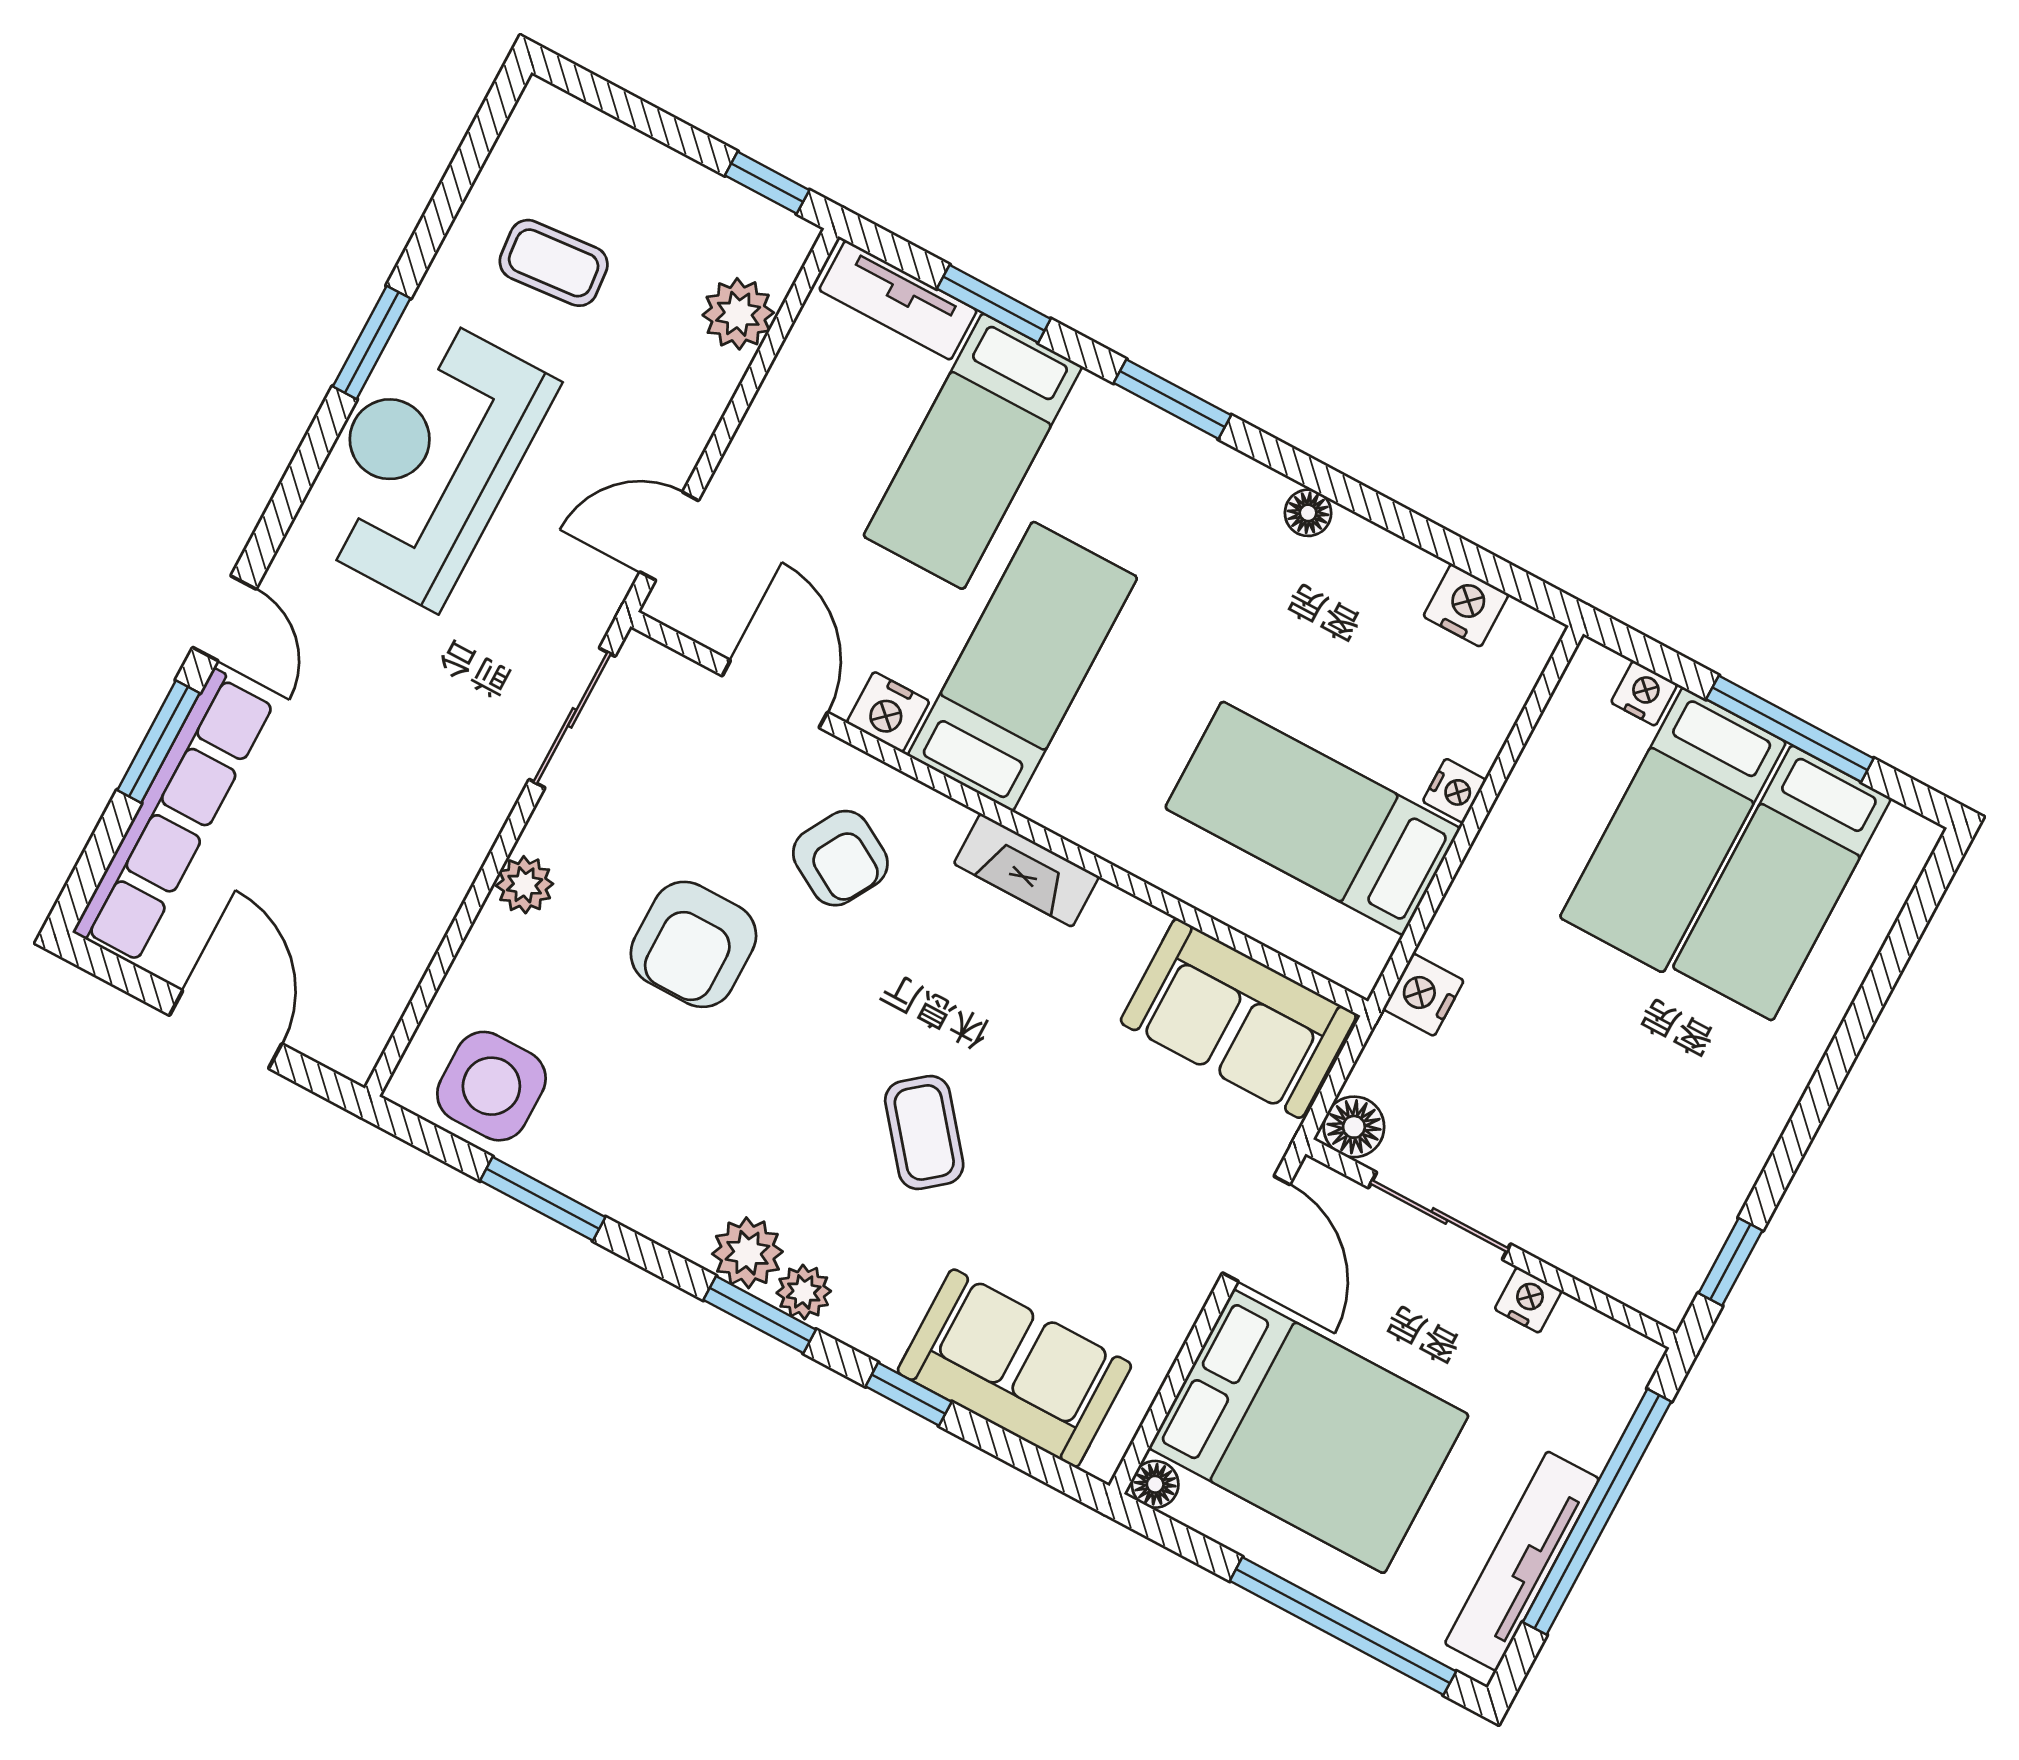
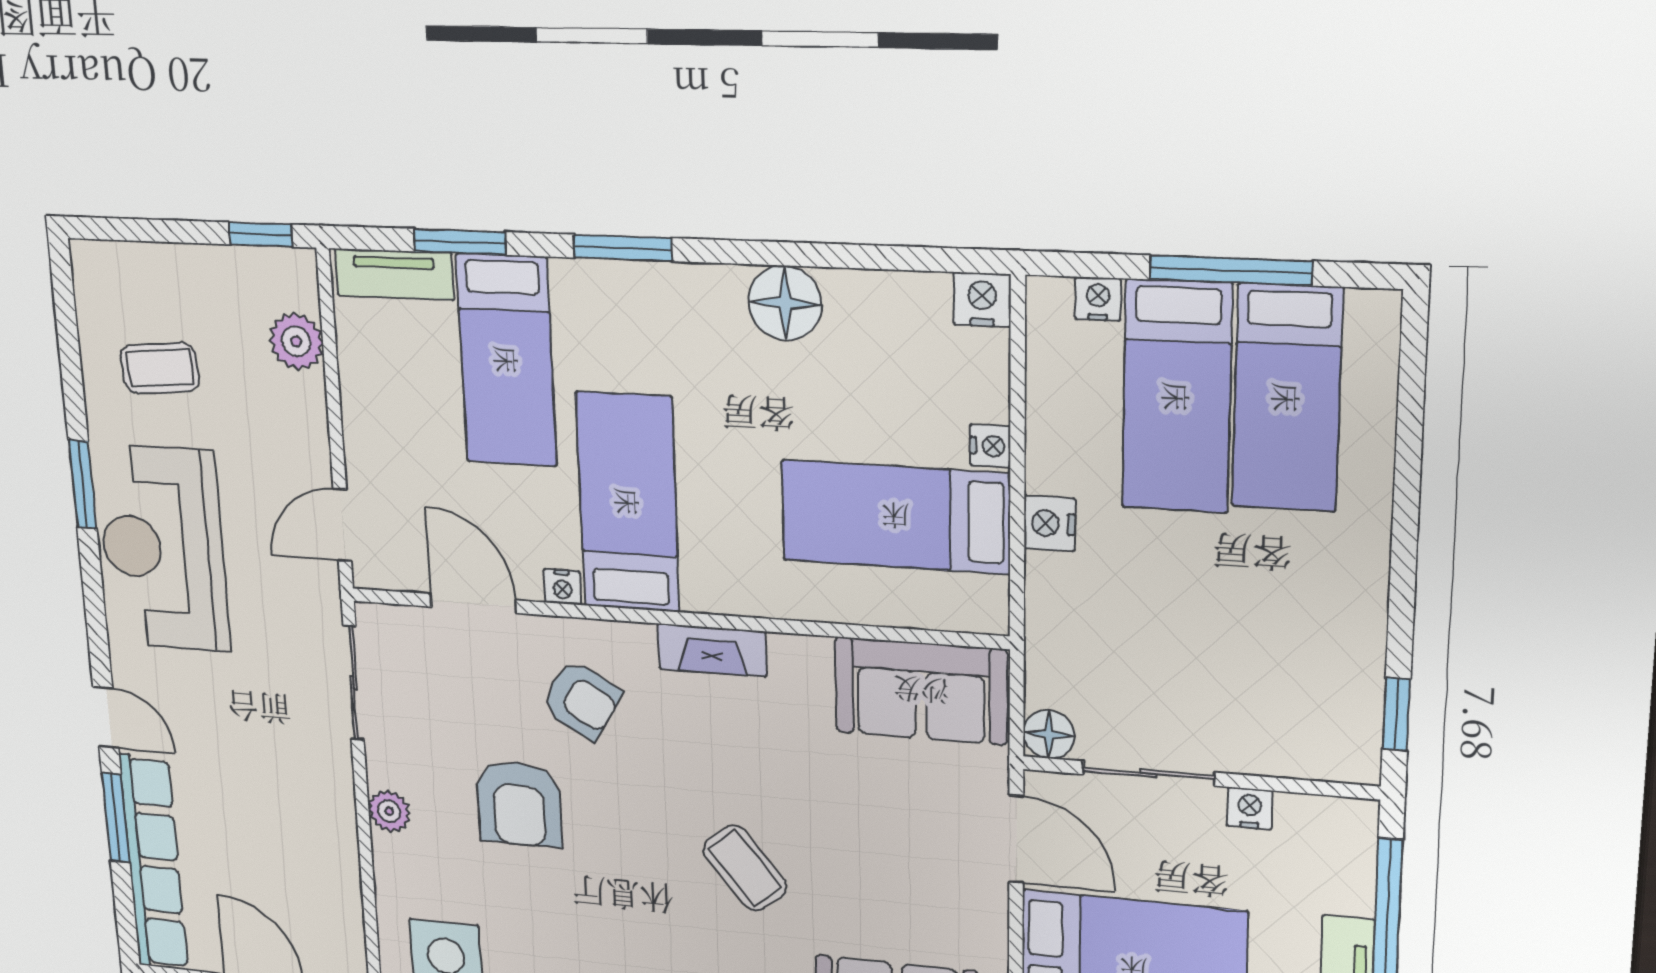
floor lamp: (1308, 513) -> (785, 303), width x1.89, depth x1.89
nightstand: (1466, 605) -> (982, 300), moved
nightstand: (888, 712) -> (562, 587), width x0.72, depth x0.74
nightstand: (1423, 995) -> (1049, 523), moved

